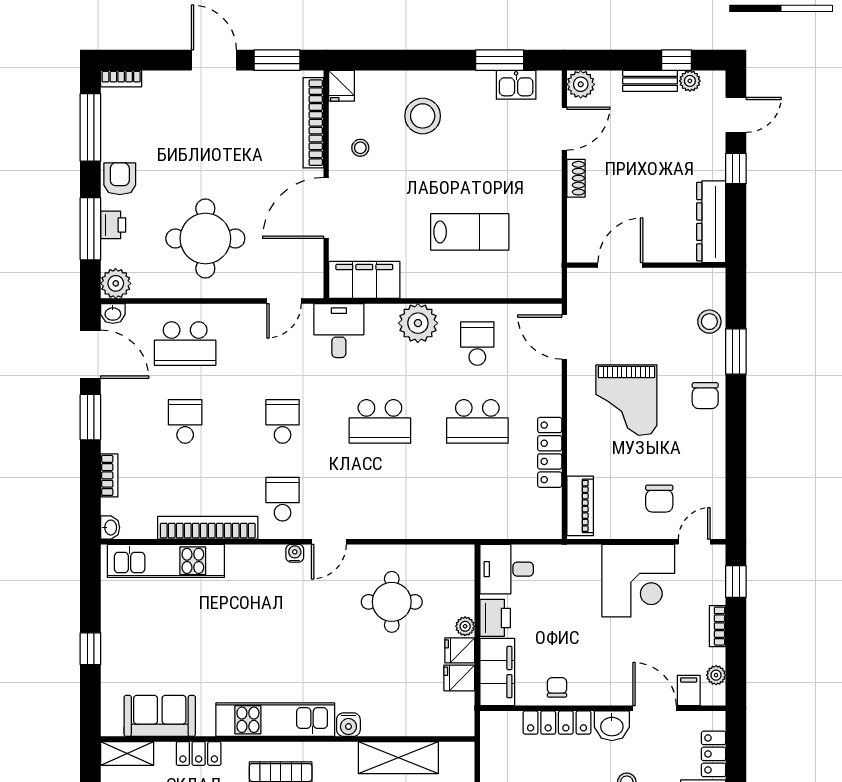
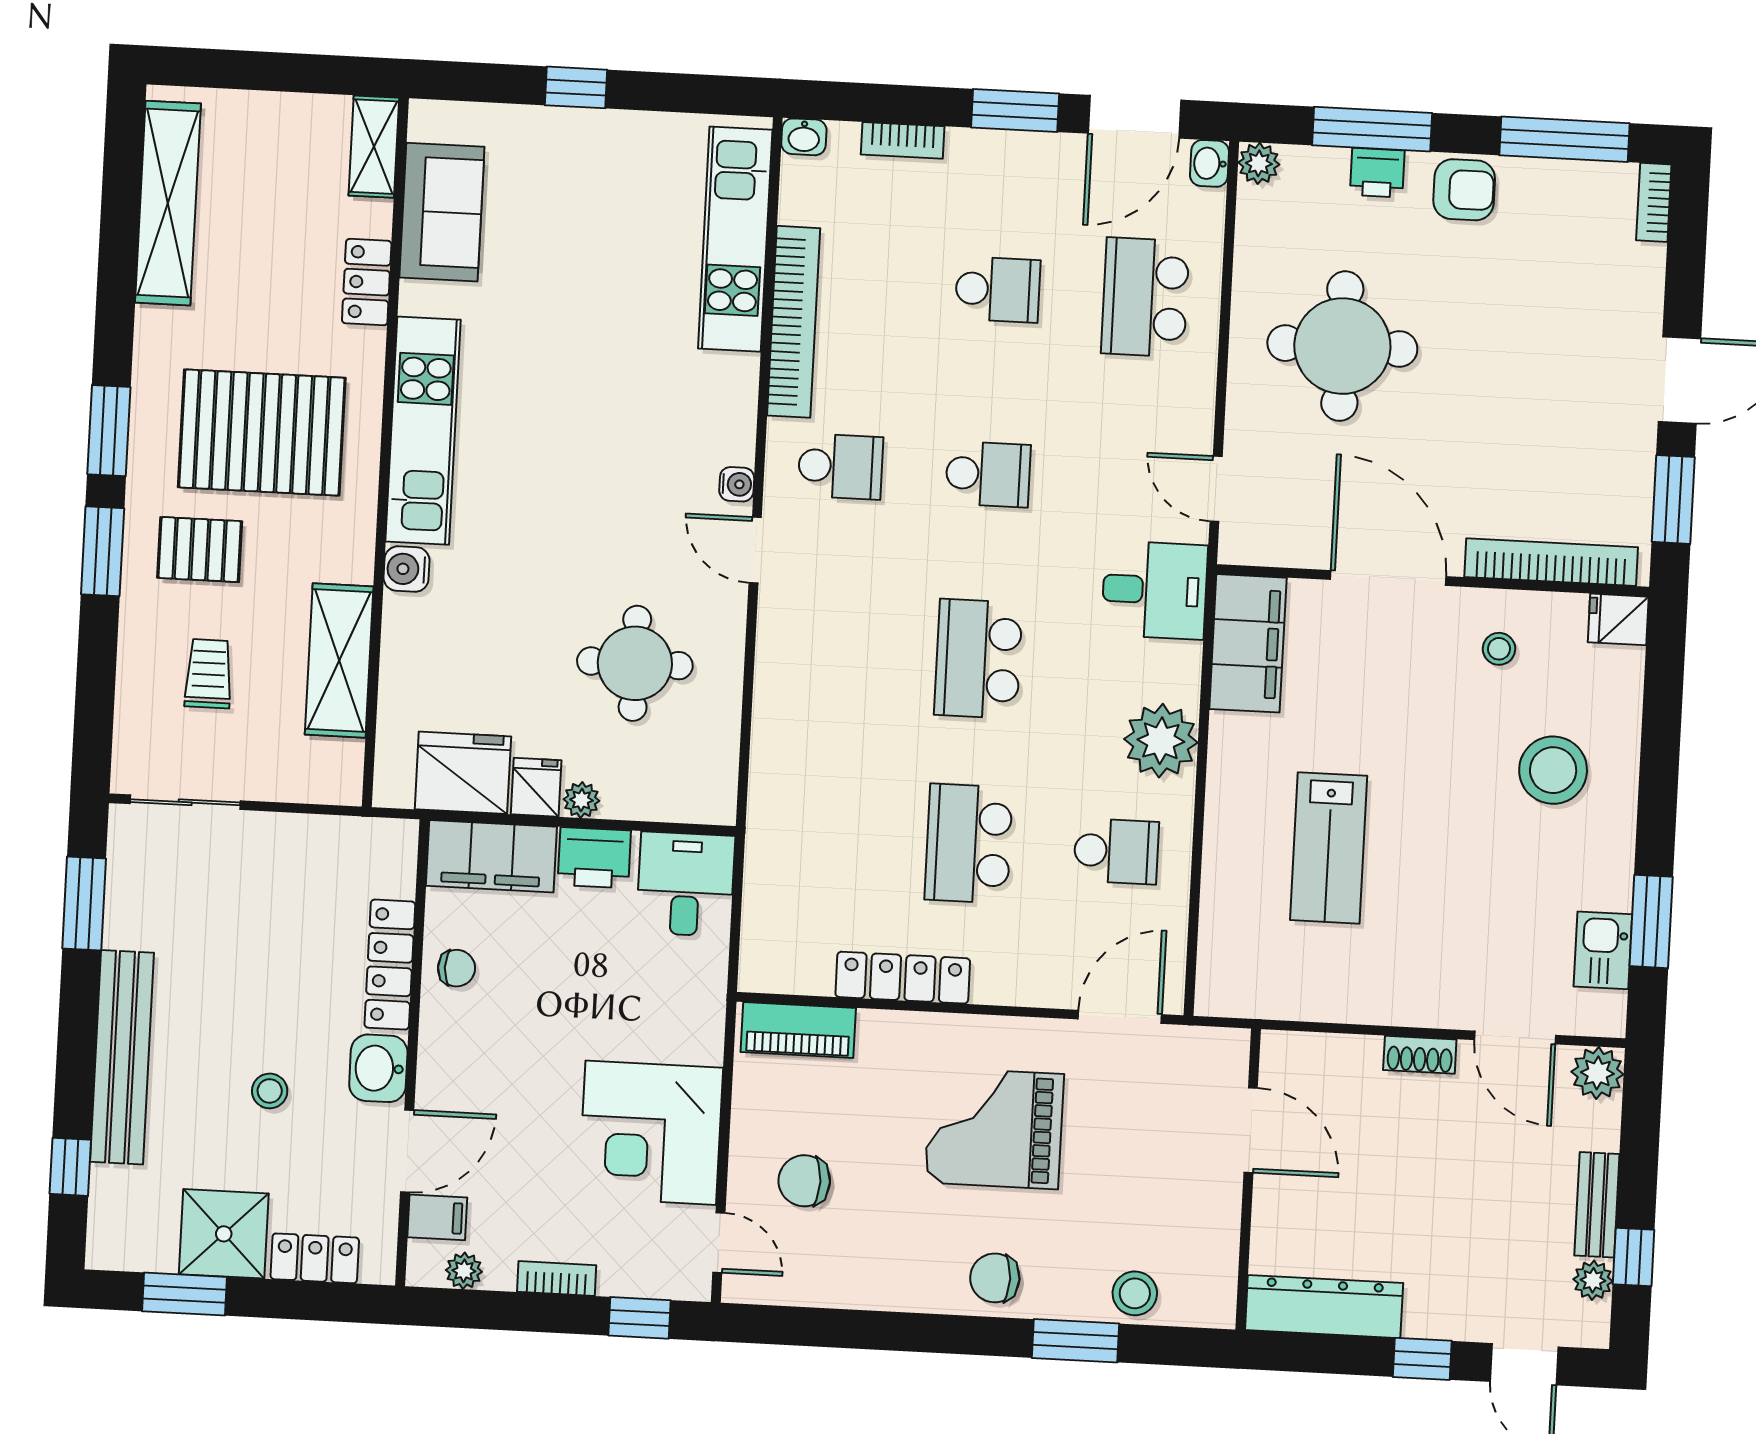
plant: (116, 283) -> (1259, 163), width x0.73, depth x0.73
fridge: (459, 678) -> (463, 773), width x1.88, depth x1.34

